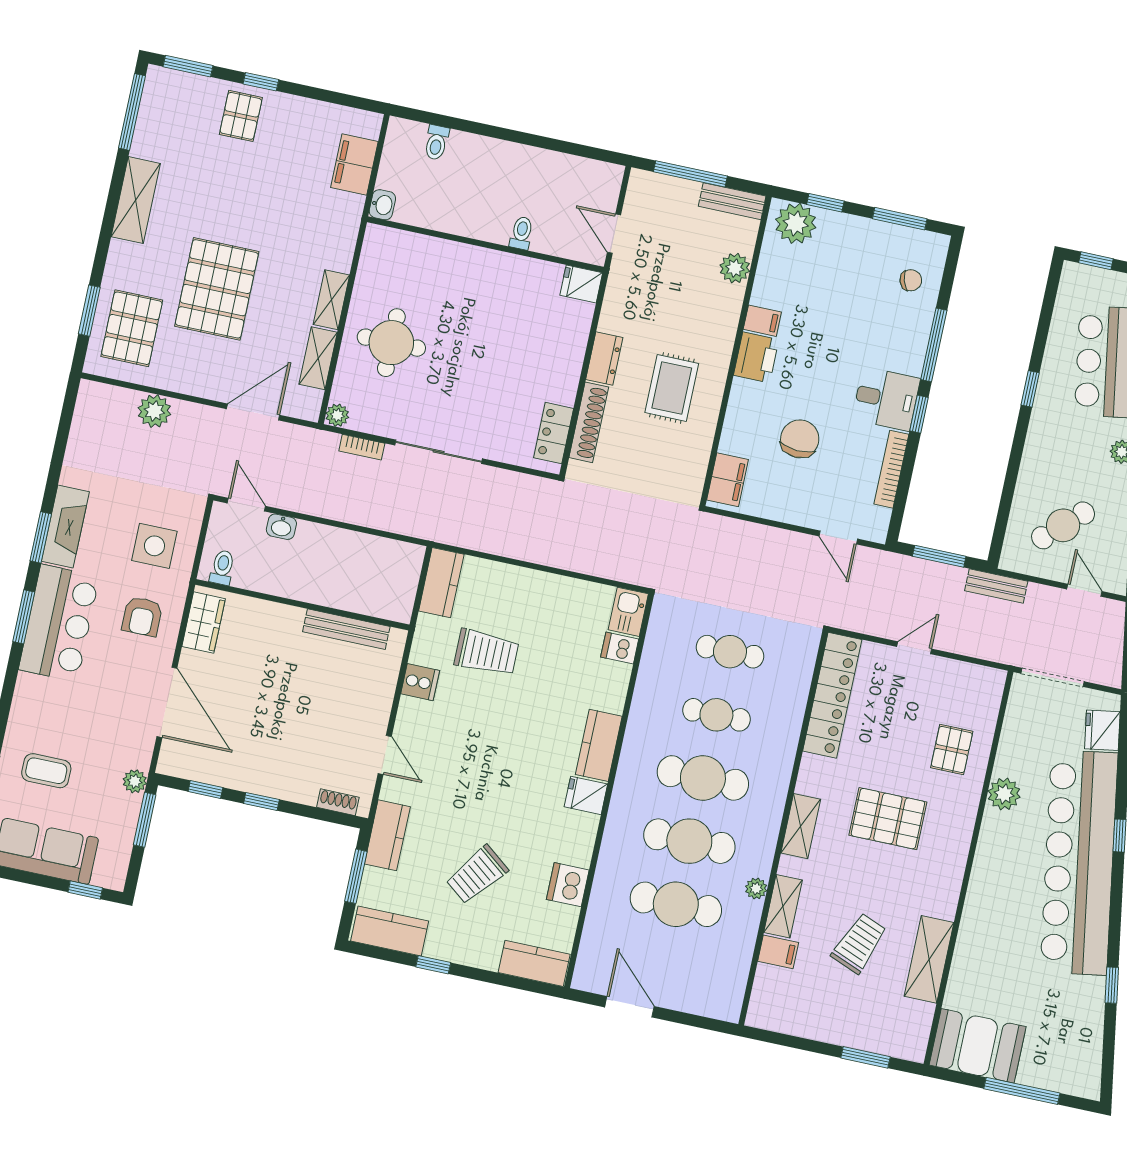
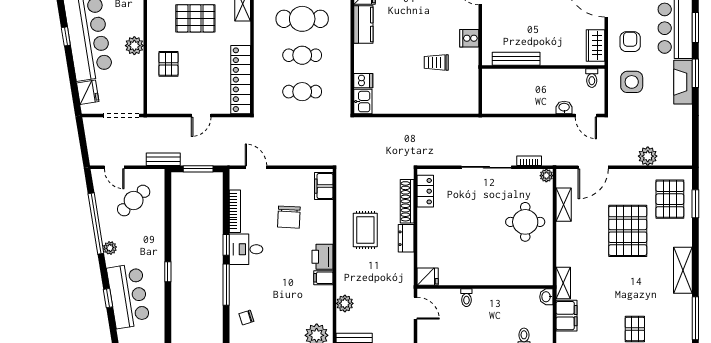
shelving: (331, 300) -> (563, 283), moved
kitchen counter: (441, 583) -> (469, 96), removed
trolley: (487, 652) -> (436, 62), width x0.73, depth x0.72

